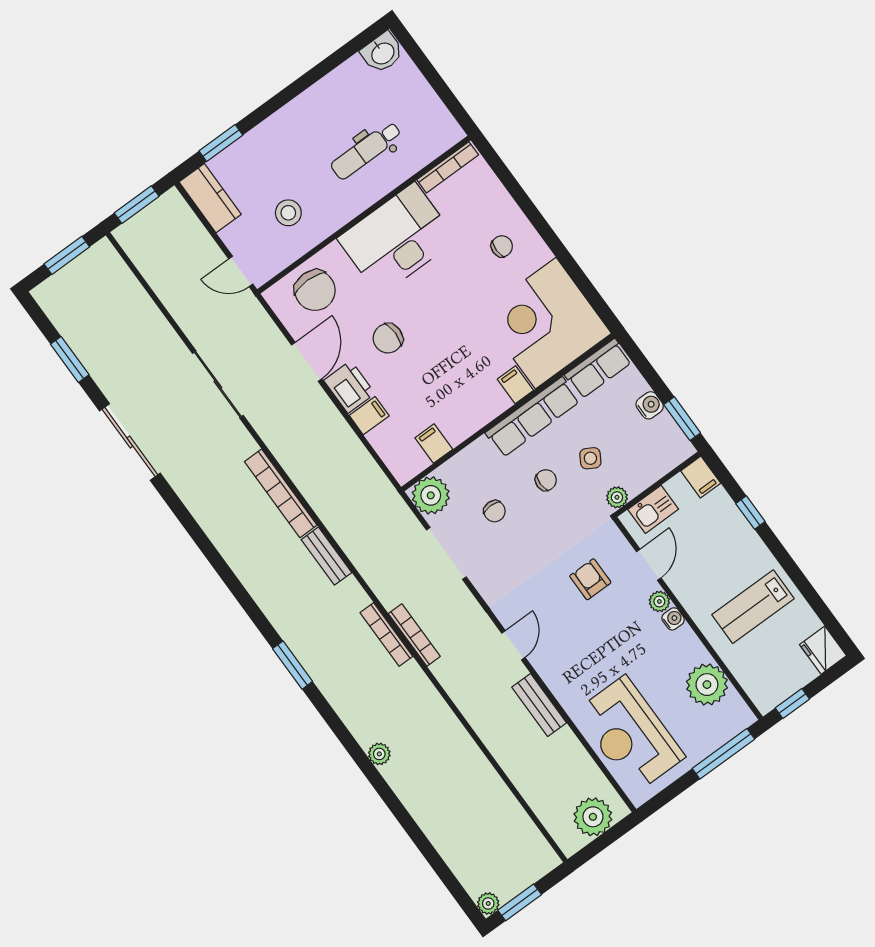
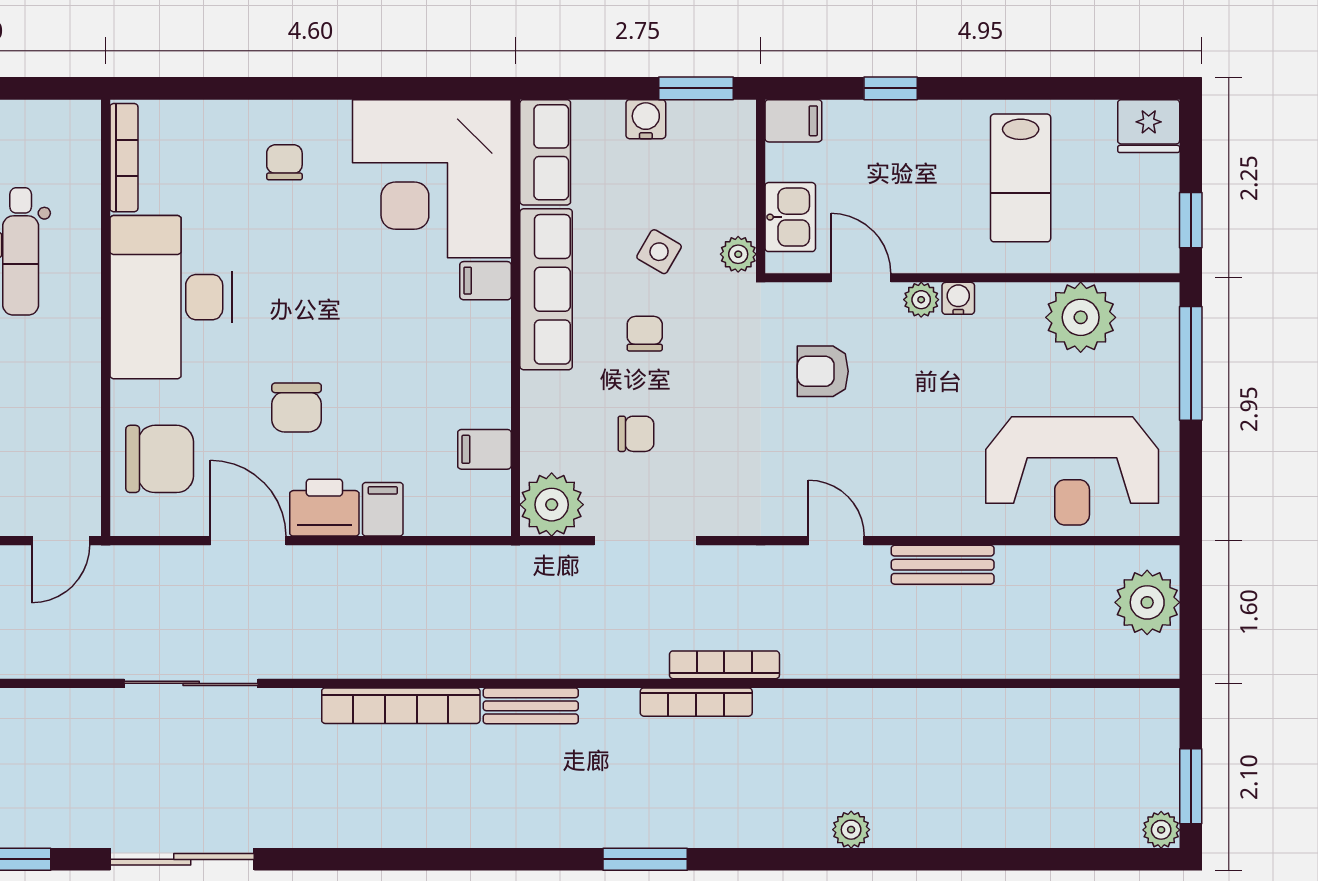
stool: (288, 213) -> (28, 418), removed

